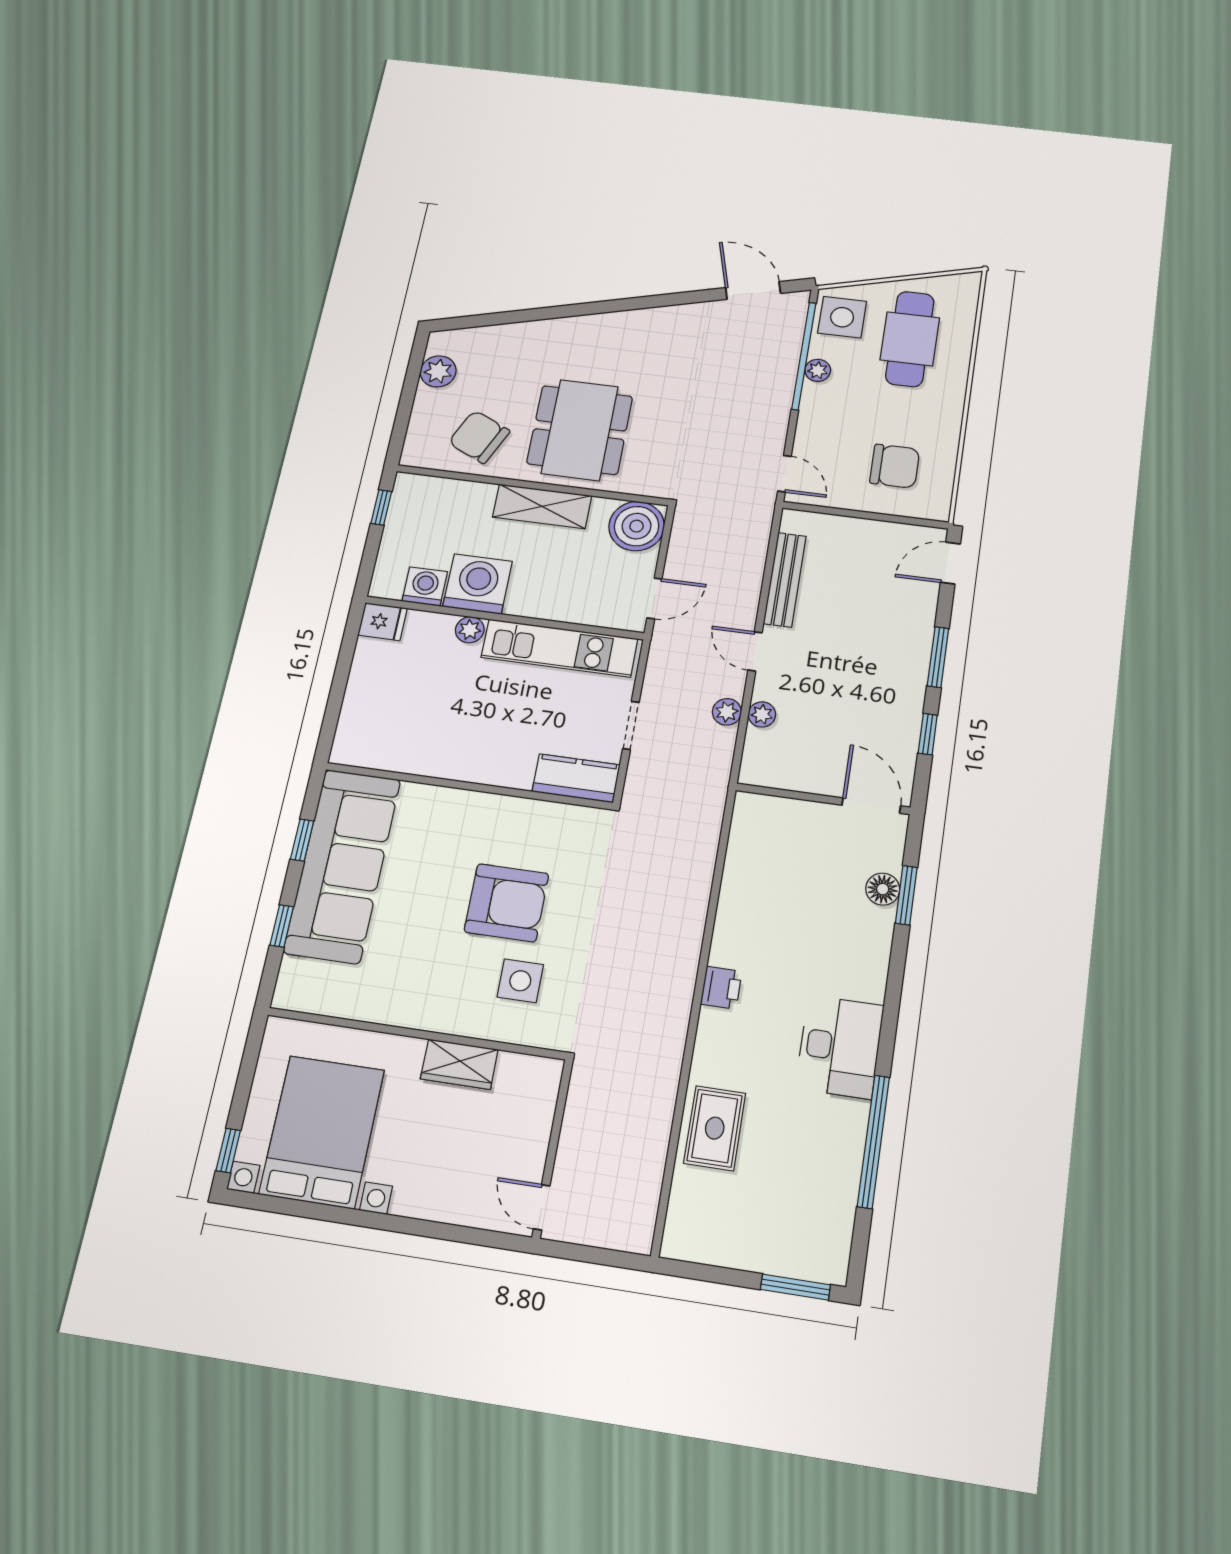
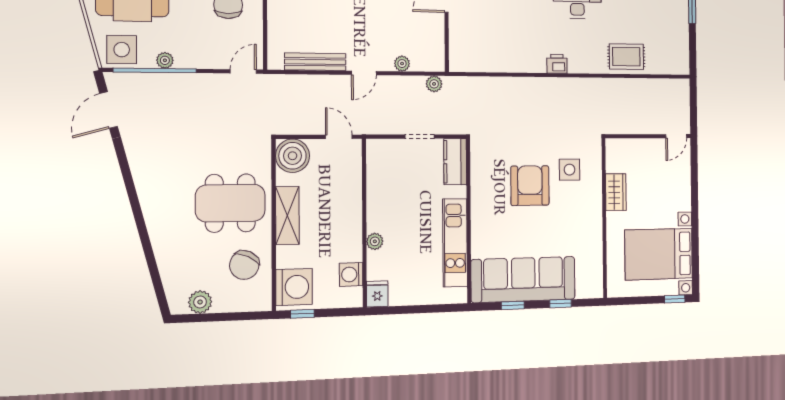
washing machine: (478, 584) -> (294, 287), moved, turned 180
kitchen unit: (559, 648) -> (455, 243), moved, turned 180
plant: (727, 712) -> (434, 84), moved

